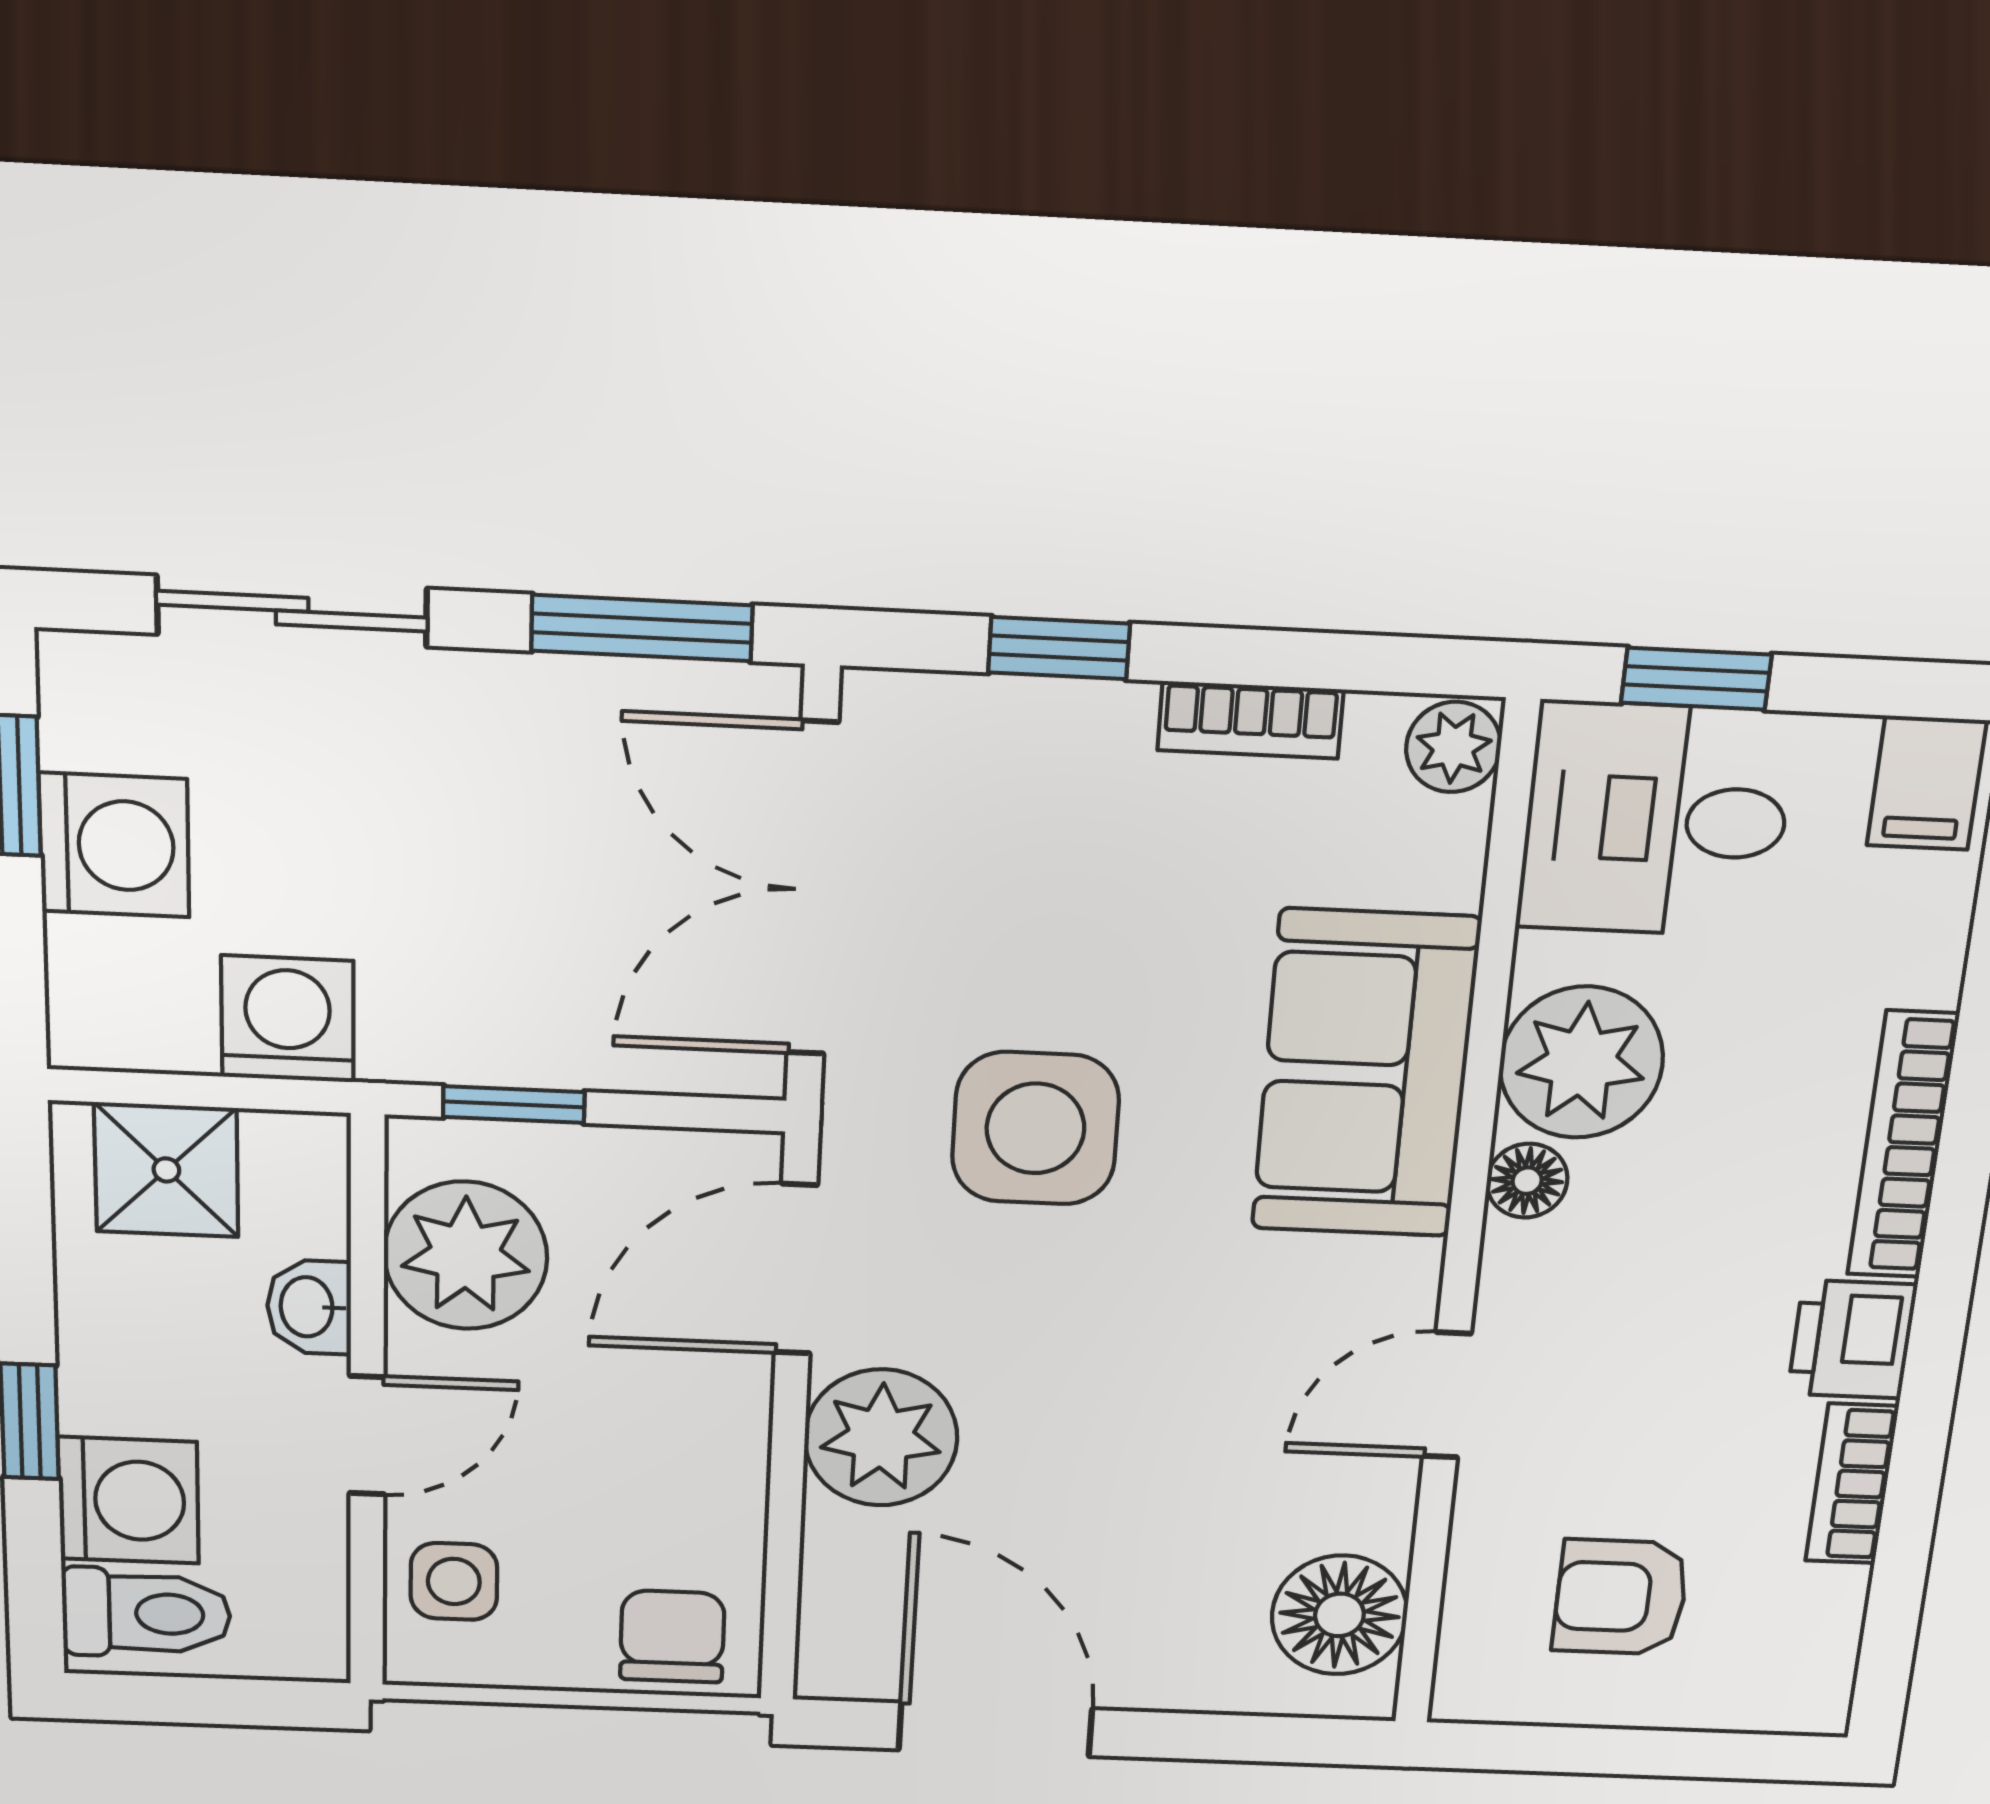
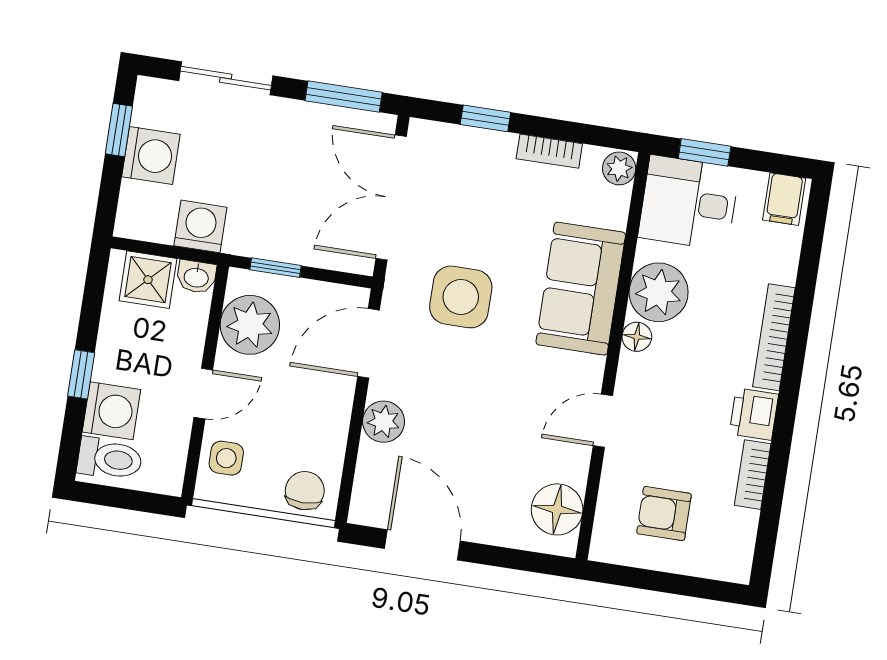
washbasin: (309, 1307) -> (196, 277), moved, turned -90
plant: (881, 1438) -> (384, 422), width x0.73, depth x0.73

